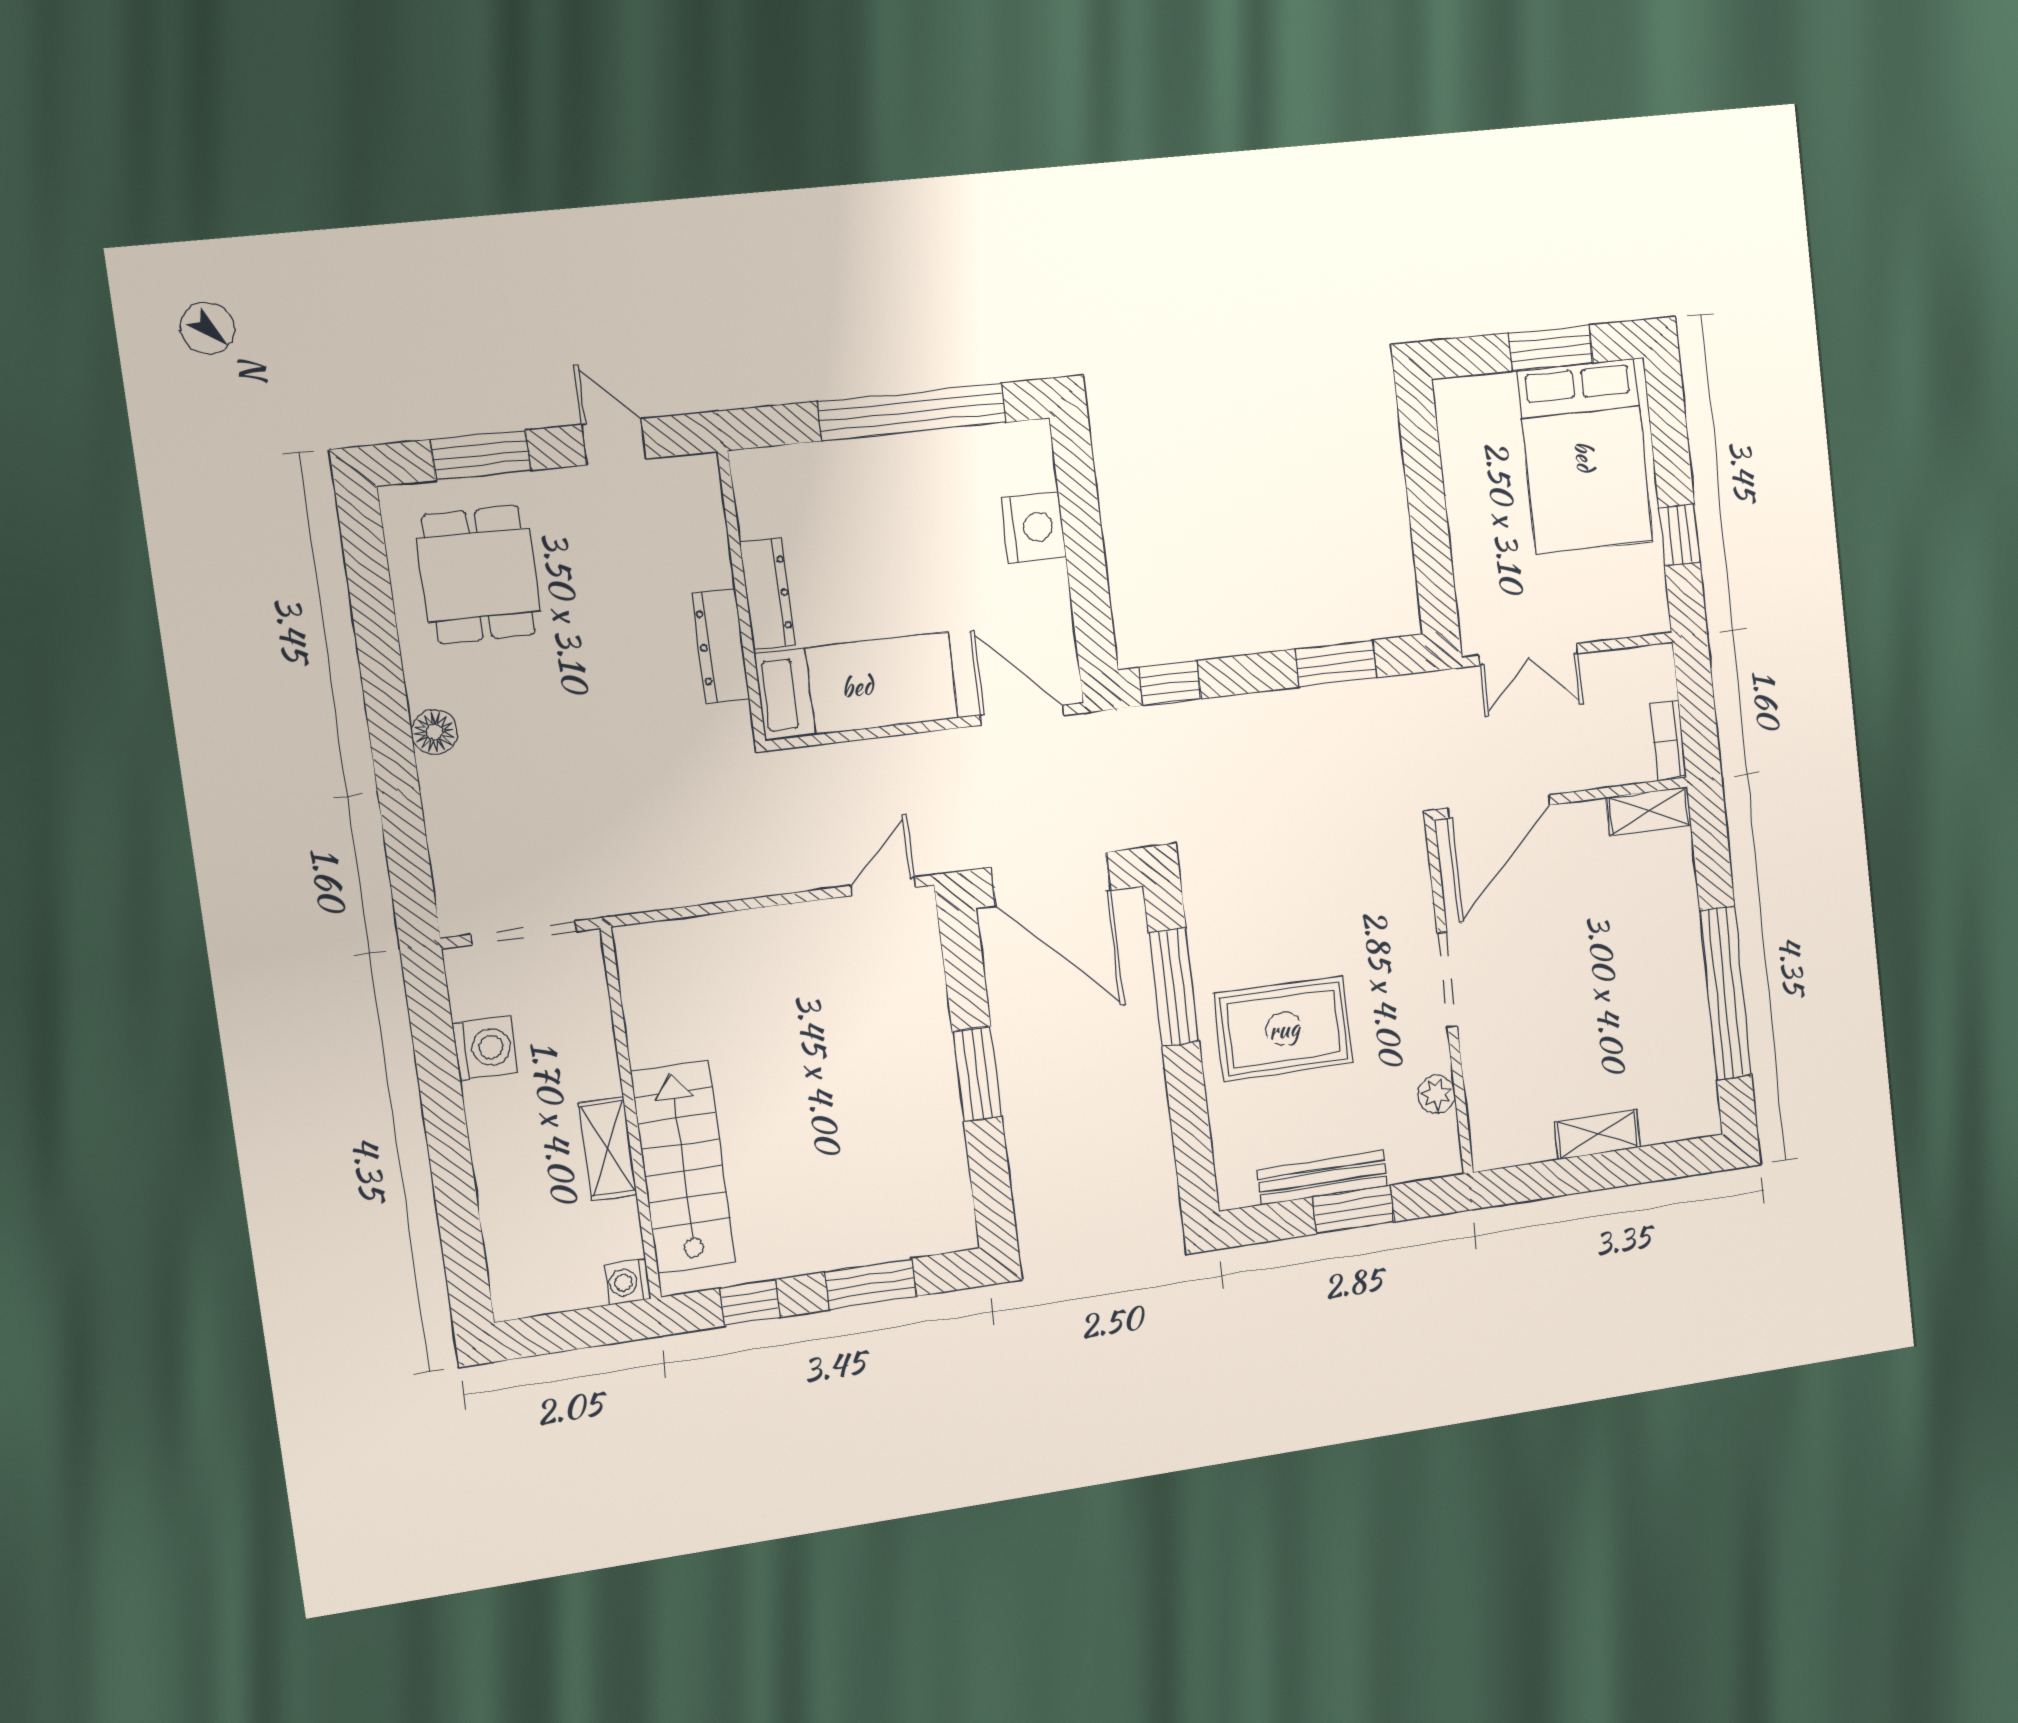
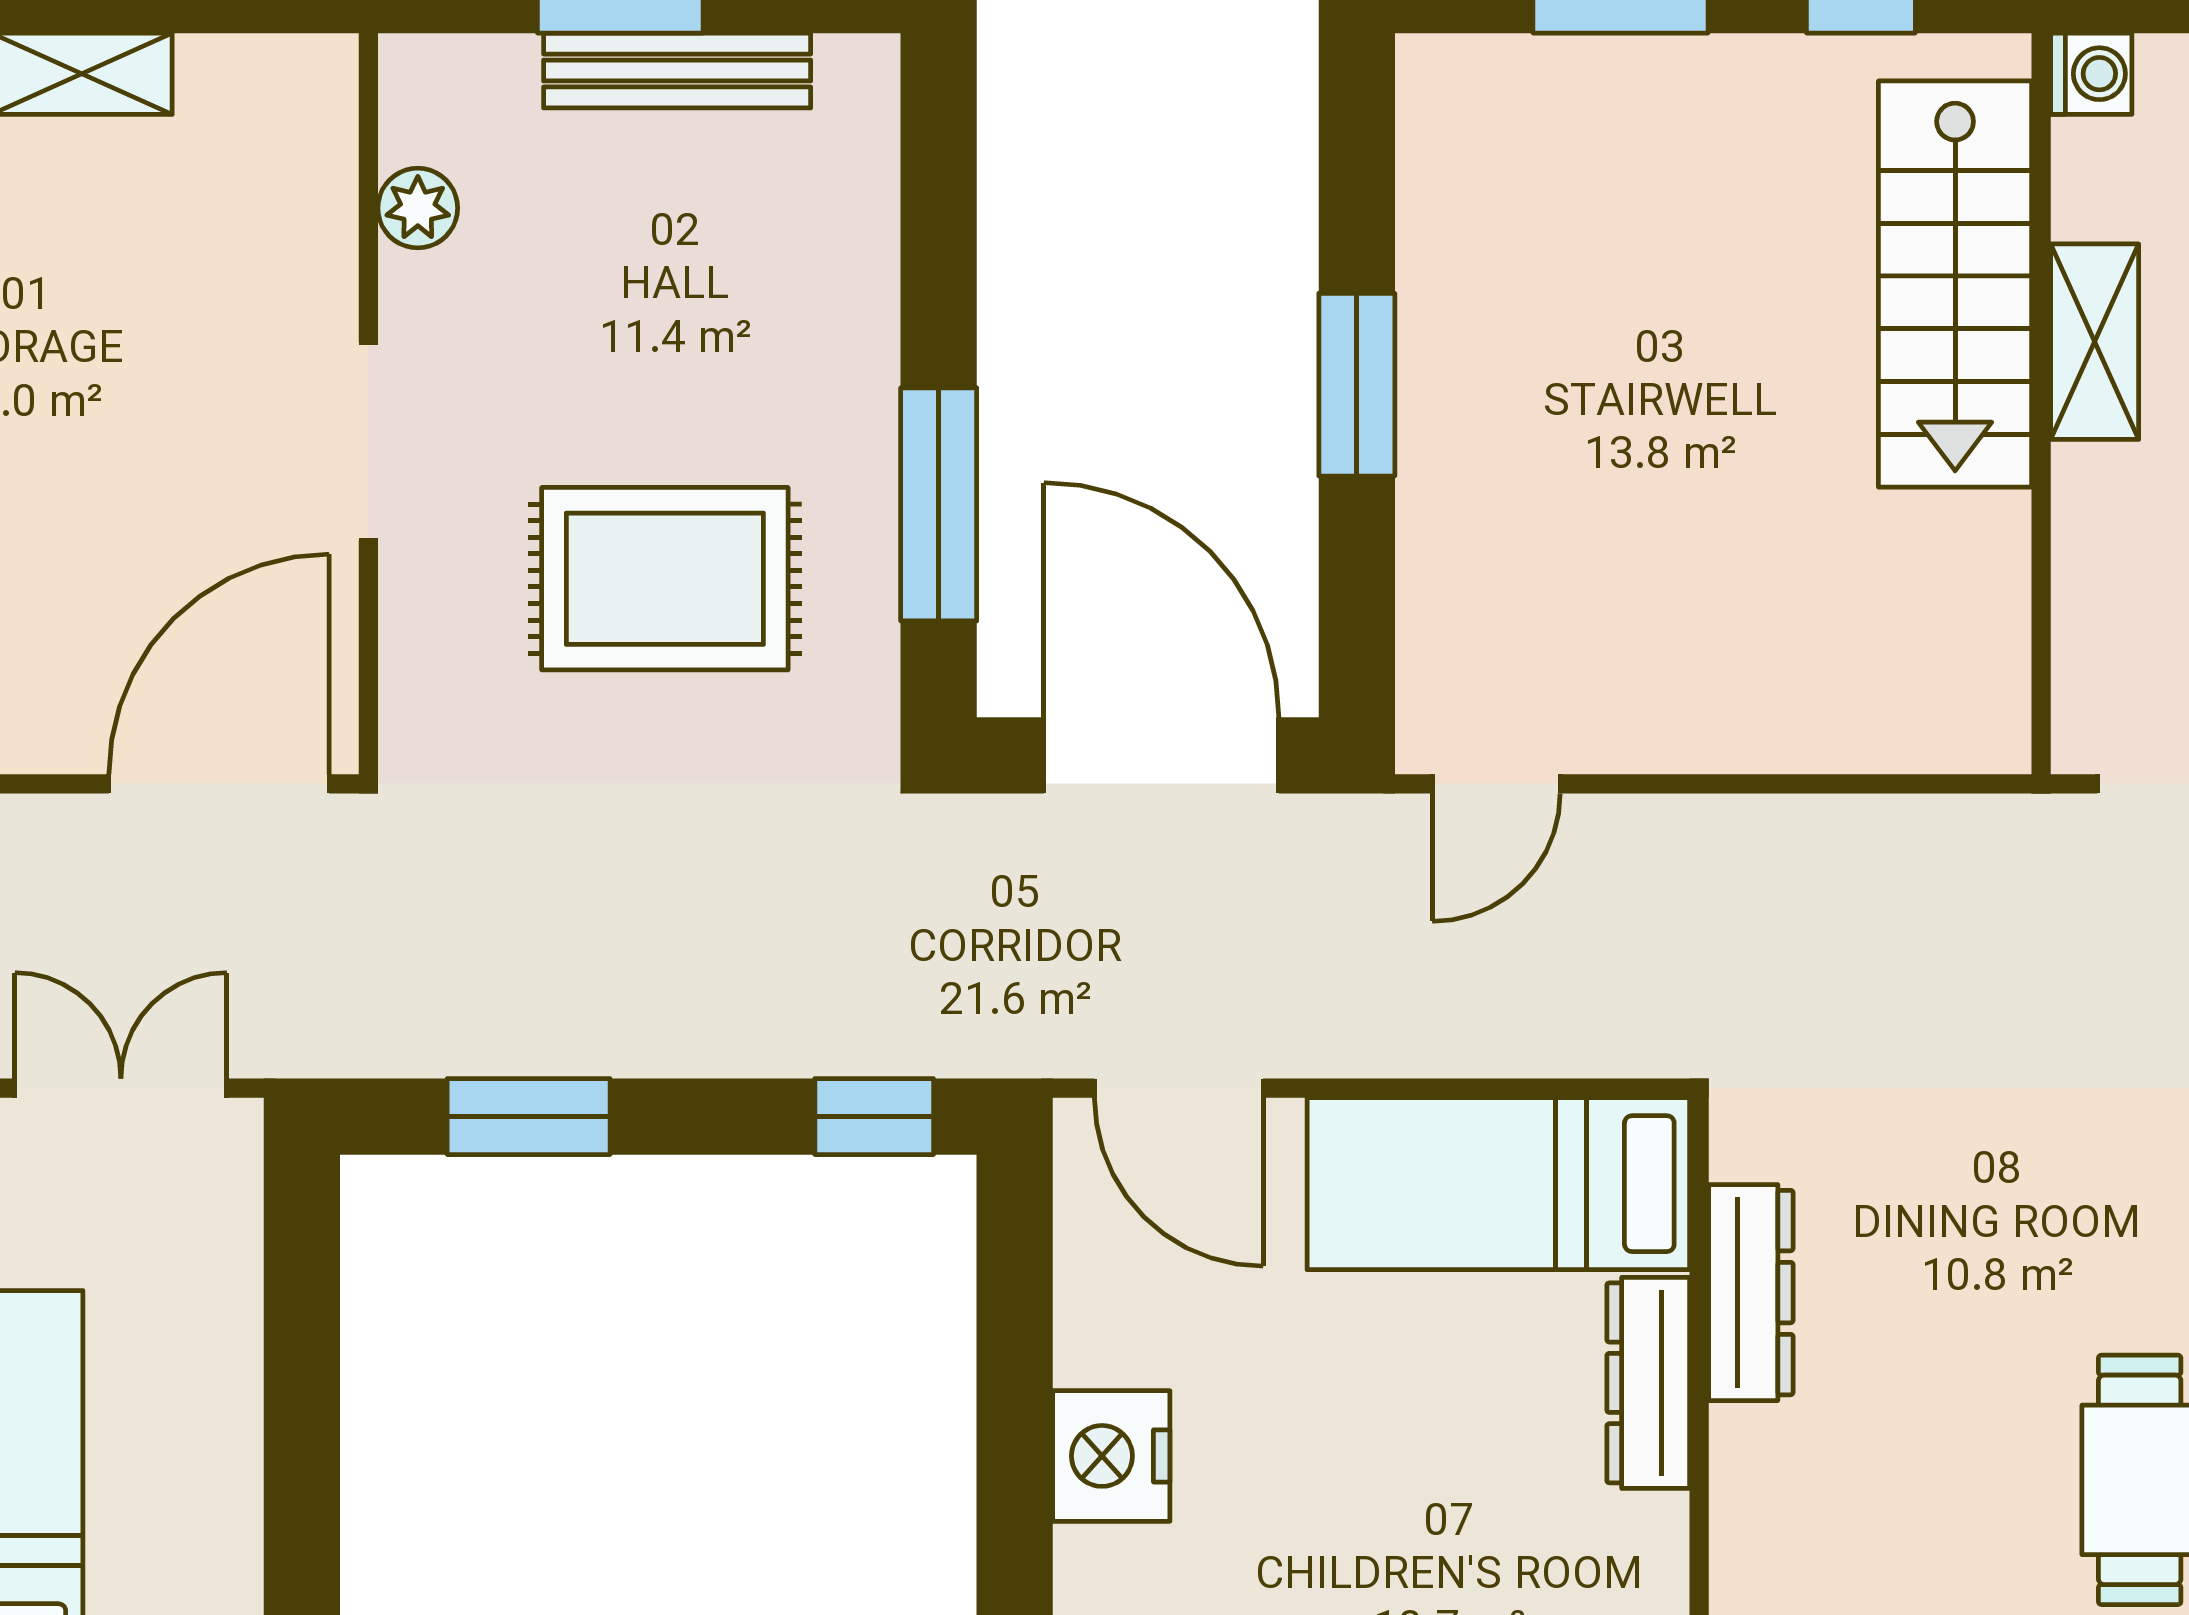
rug: (1284, 1029) -> (665, 579), moved

